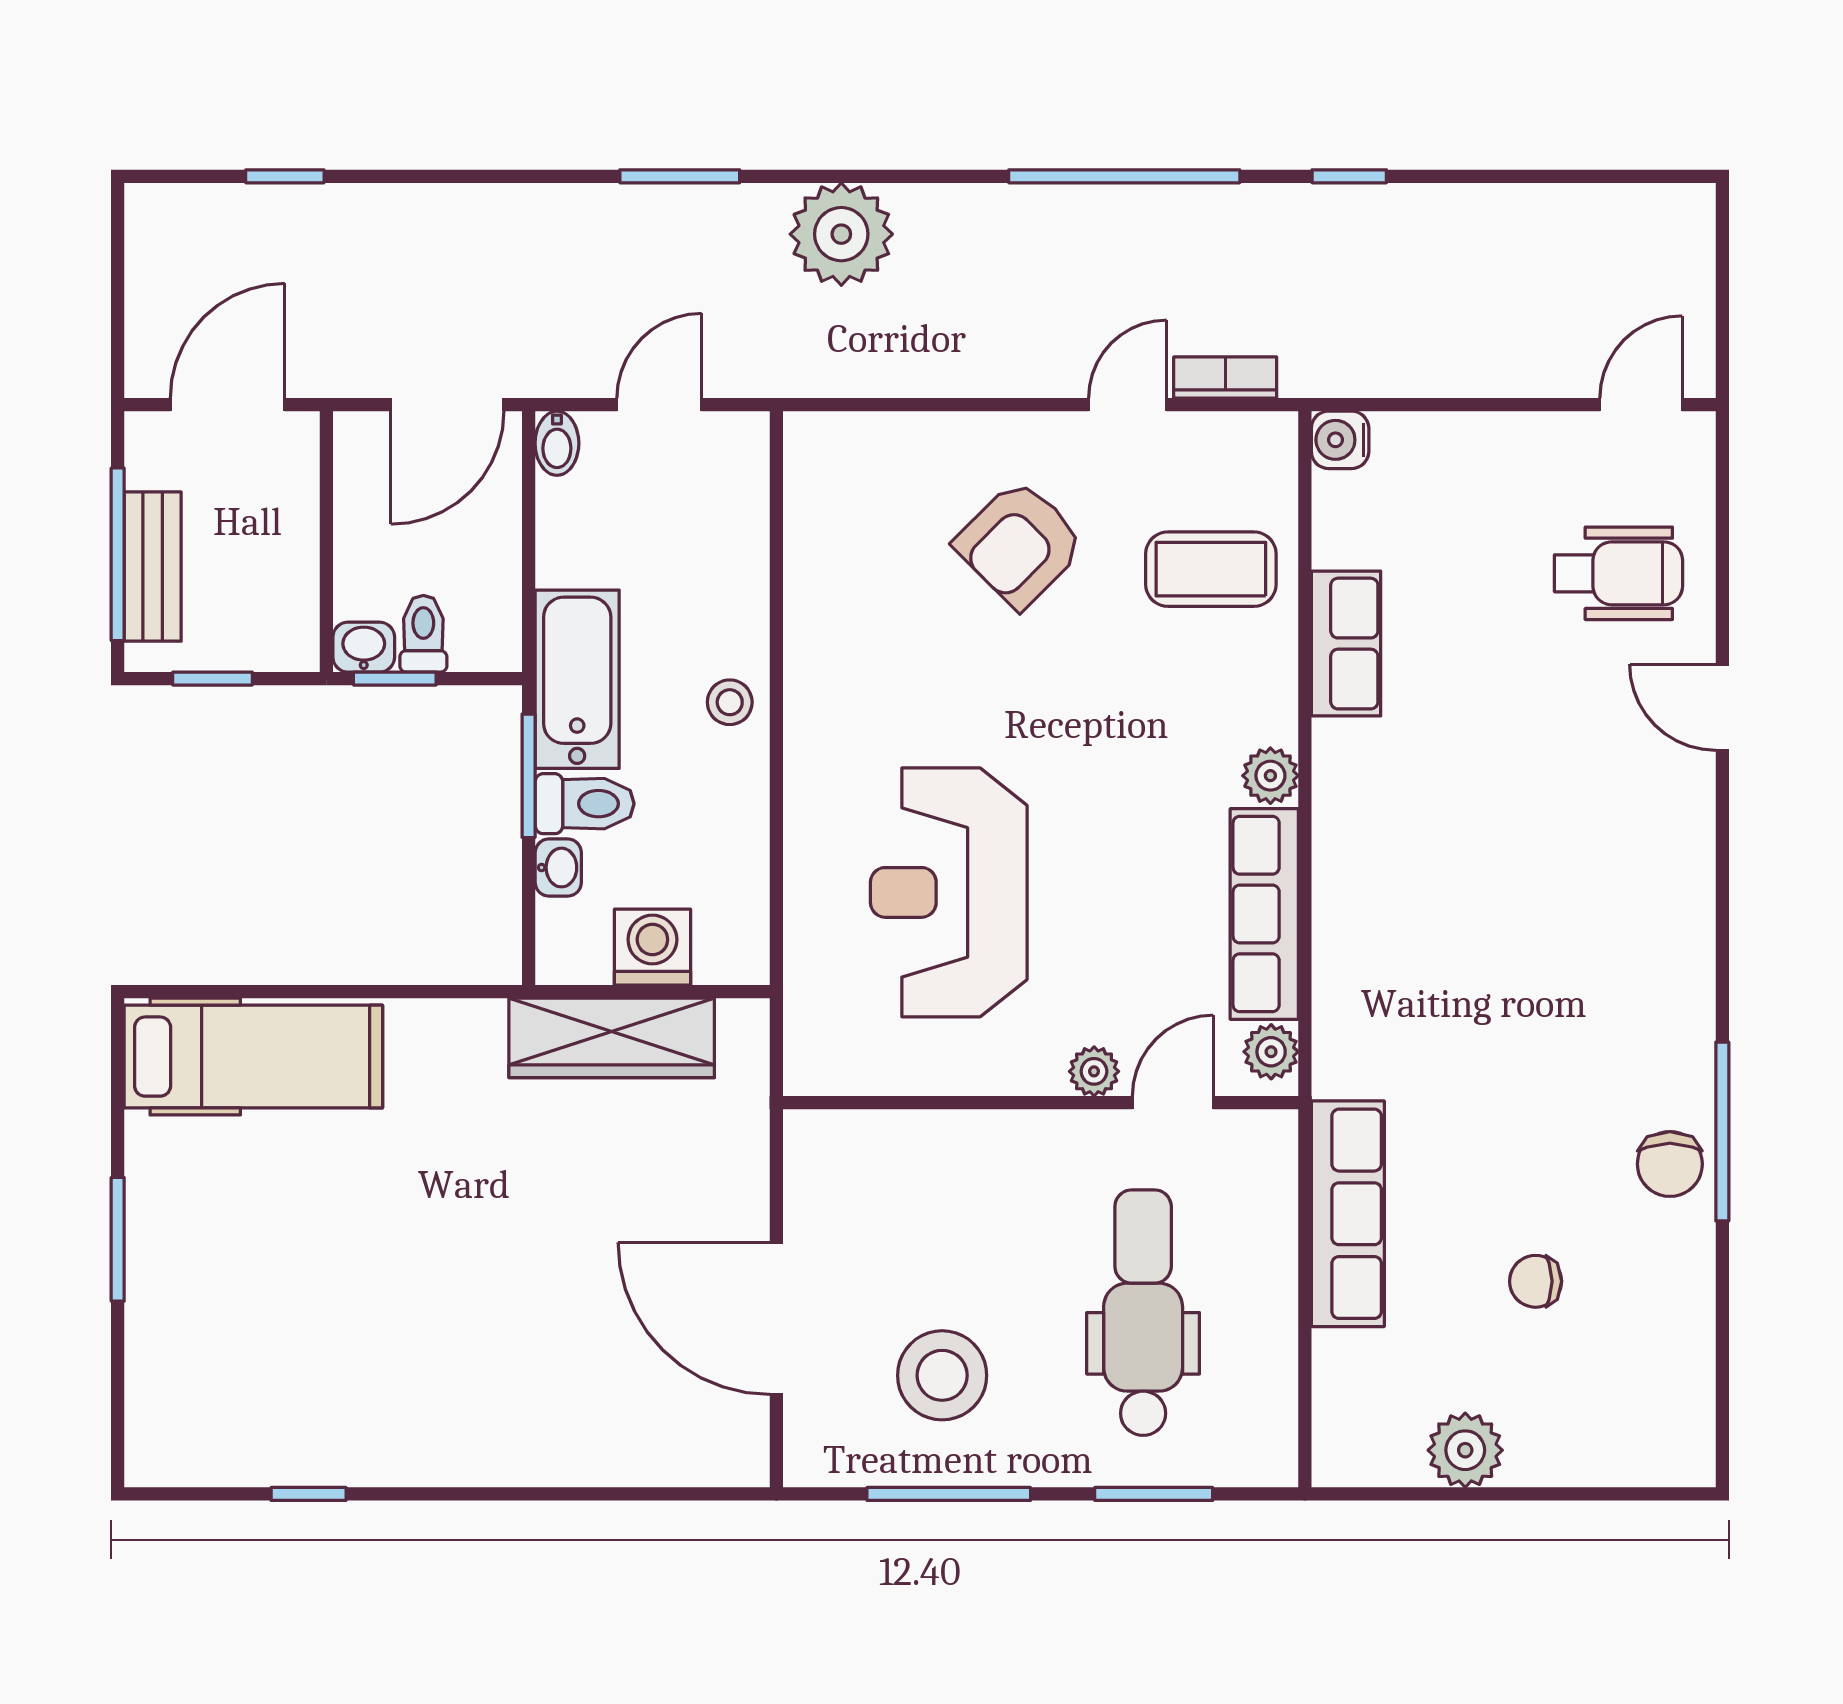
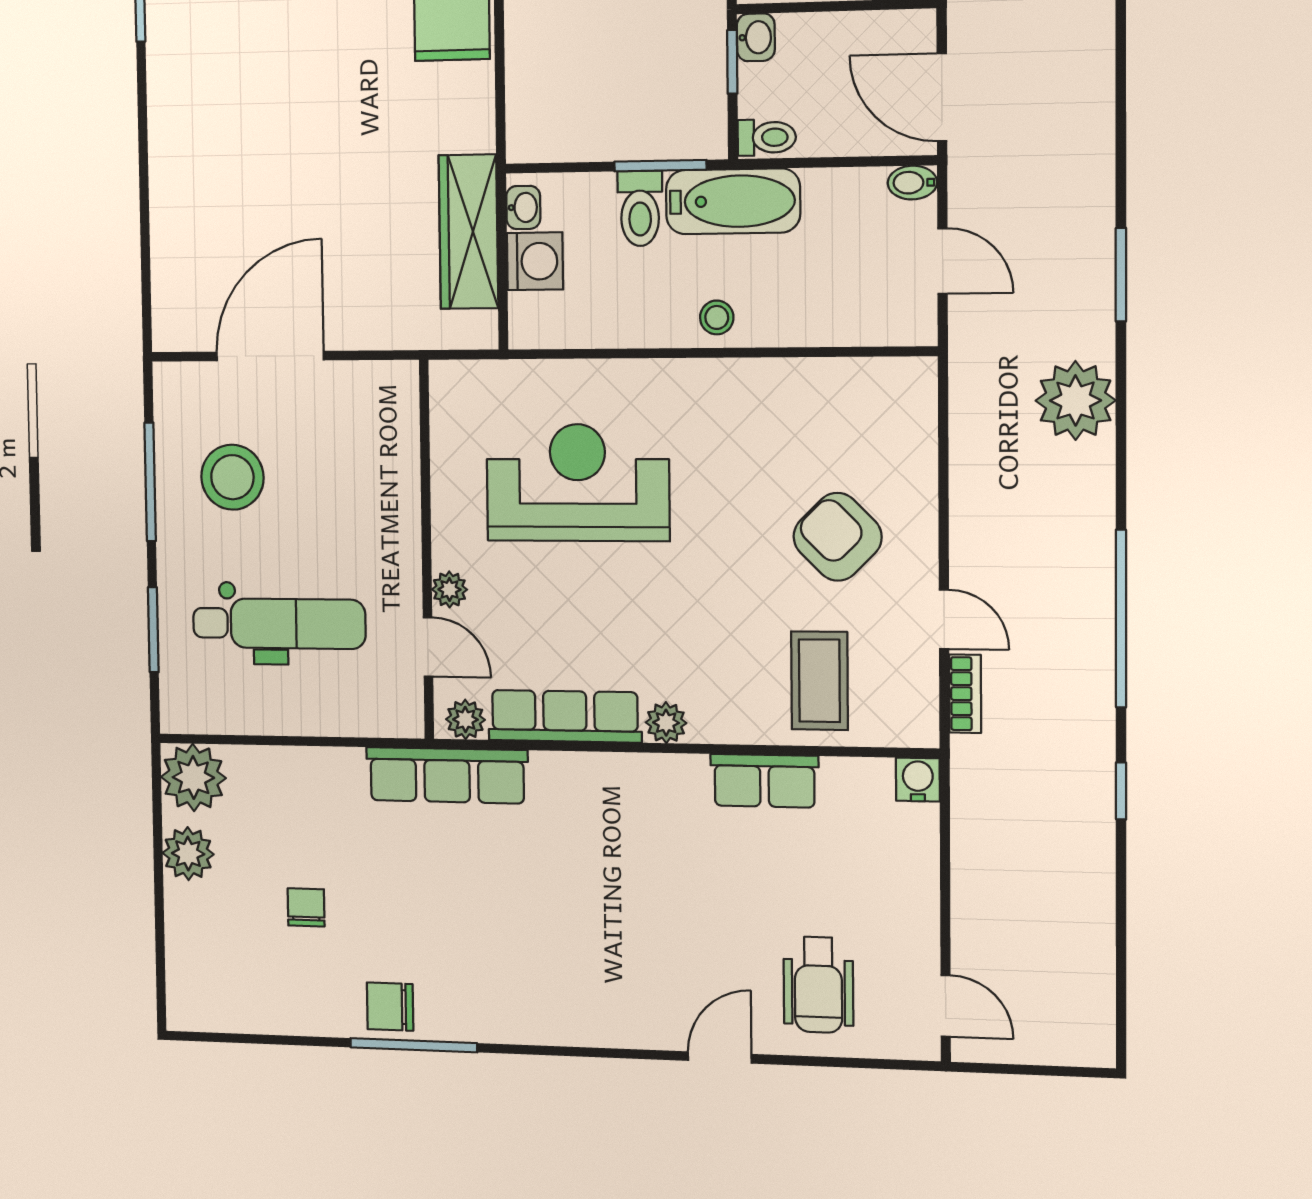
toilet: (423, 634) -> (767, 137), moved
washbasin: (558, 868) -> (523, 207), moved, turned -90
row of seats: (1348, 1214) -> (447, 775), moved
plant: (1359, 1440) -> (193, 777), added

